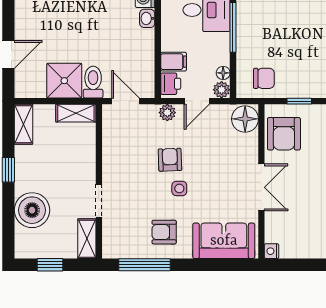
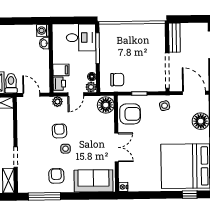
armchair: (284, 134) -> (130, 114), turned -90
armchair: (164, 232) -> (56, 176), turned 89

